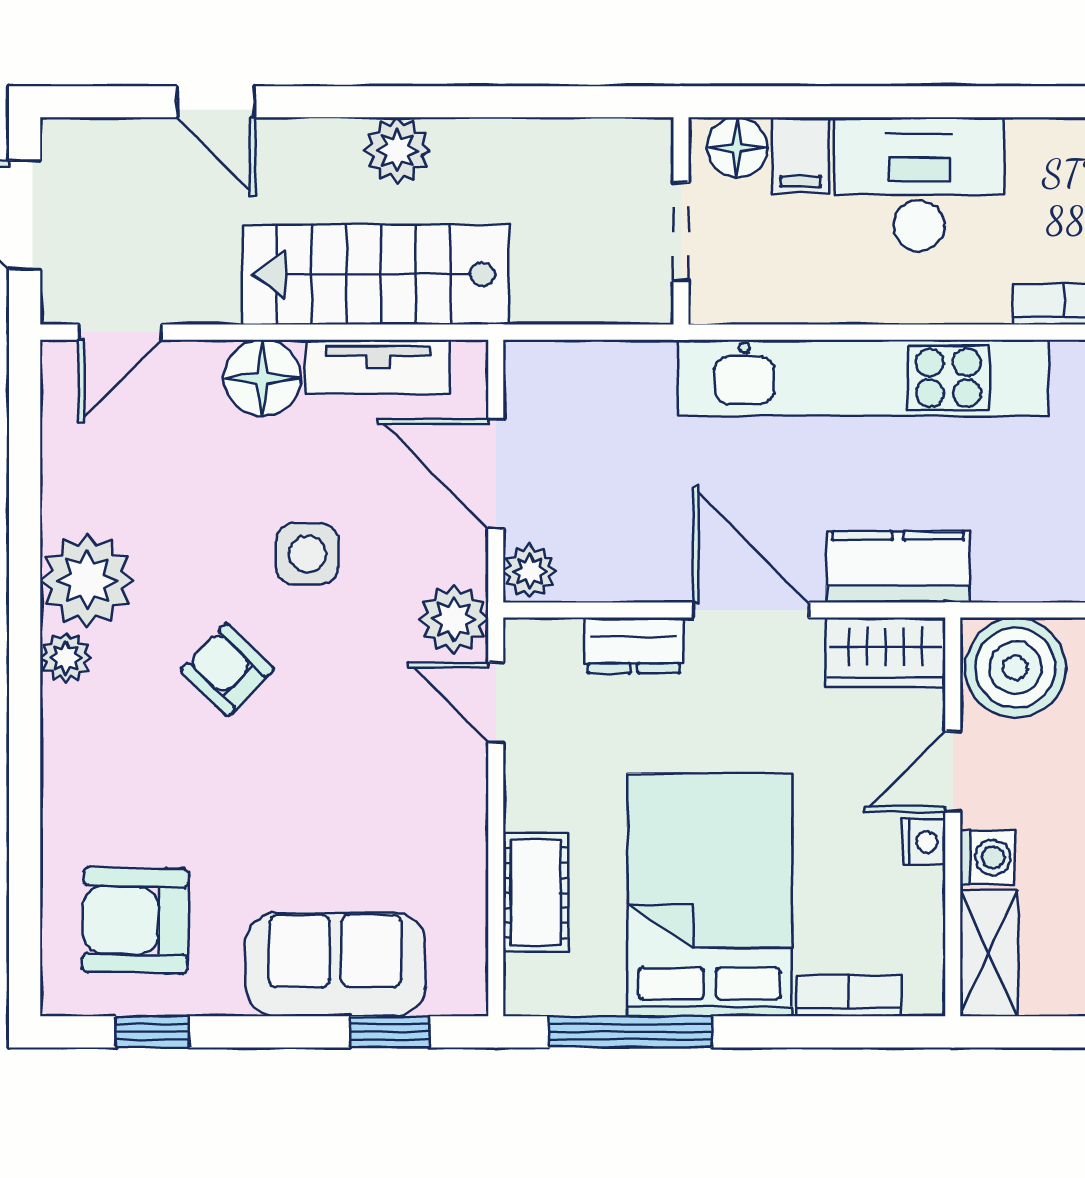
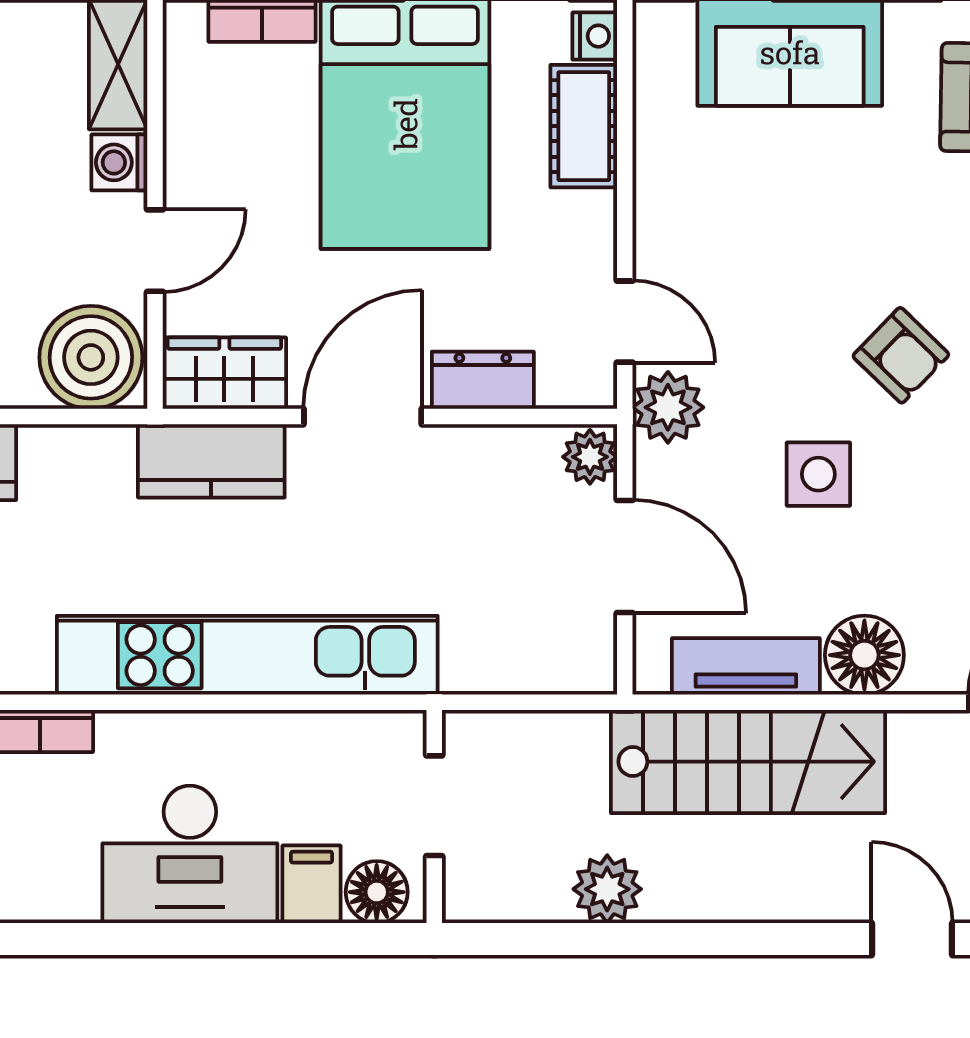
plant: (397, 150) -> (607, 889), moved
door: (751, 610) -> (363, 417), swing flipped
nightstand: (924, 842) -> (595, 36), moved, turned 180

